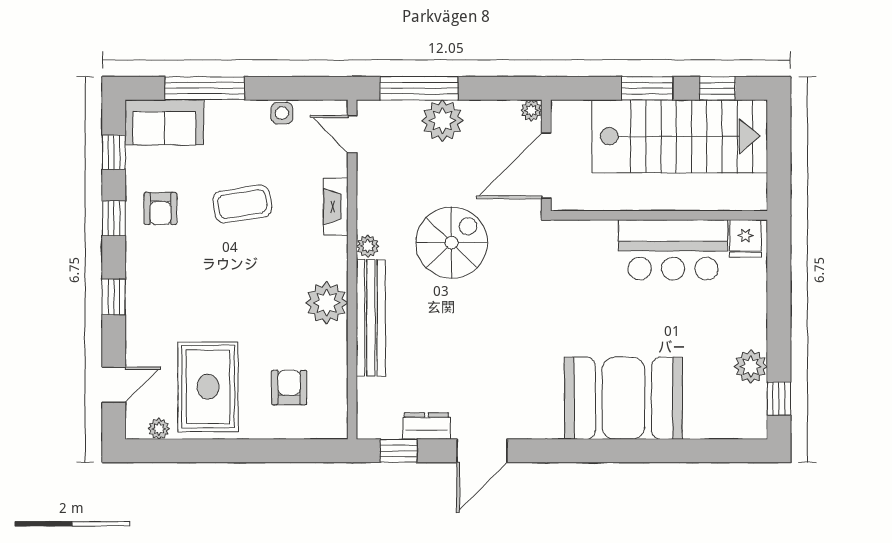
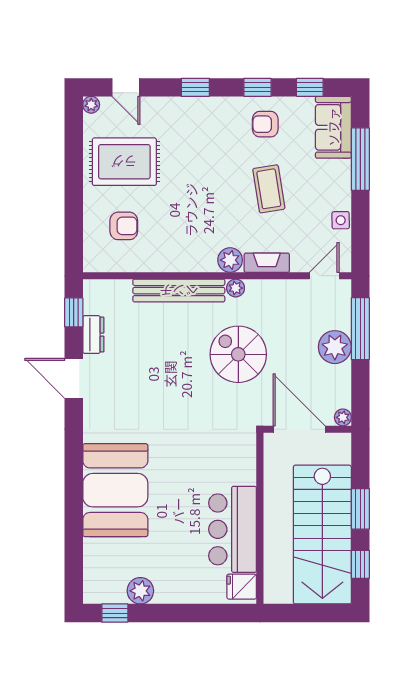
spiral stairs: (452, 243) -> (238, 354), turned 180
plant: (327, 303) -> (230, 260), moved, width x0.73, depth x0.73
plant: (159, 429) -> (91, 105), moved

